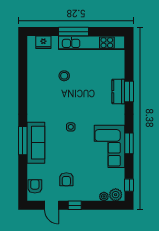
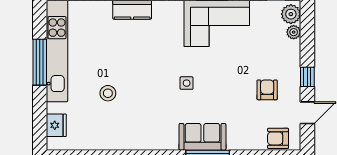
window: (74, 32) -> (40, 62), moved
sofa: (36, 143) -> (202, 137), width x0.73
armchair: (66, 179) -> (267, 90), turned -90

